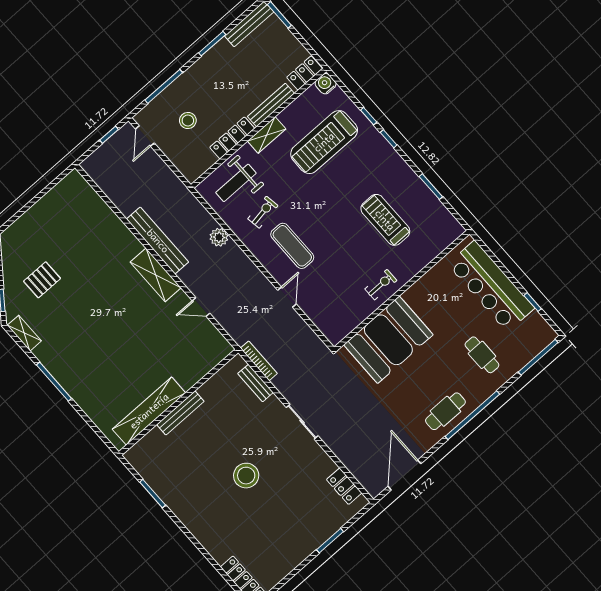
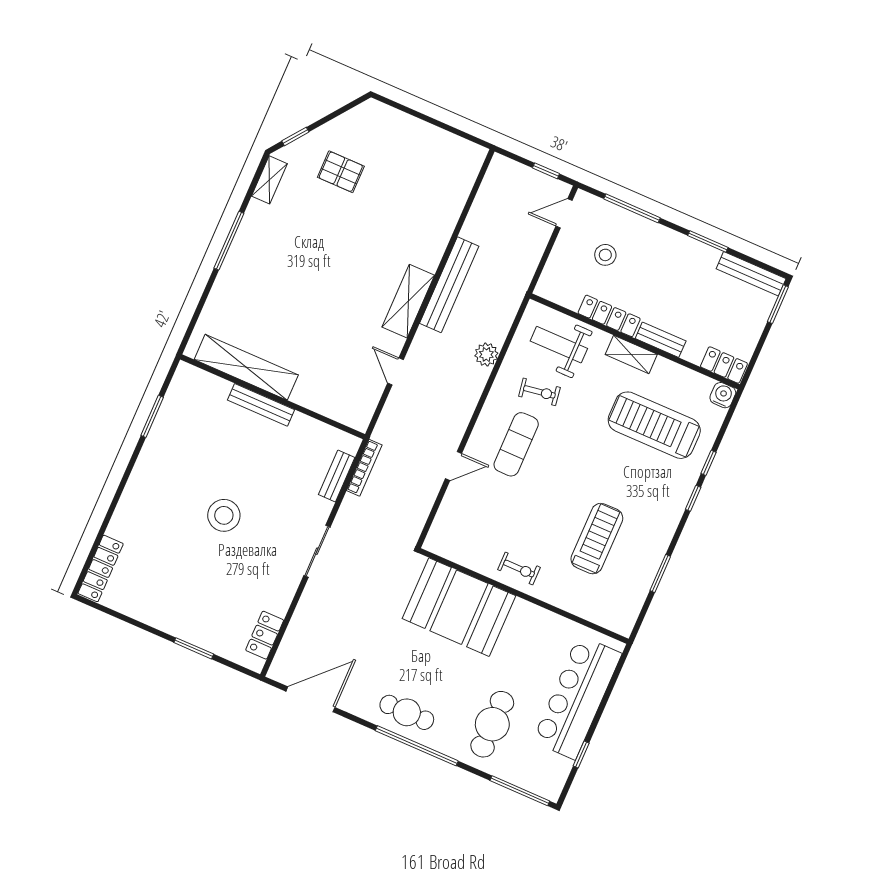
bench: (271, 105) -> (661, 340), width x0.73
cafe table: (482, 355) -> (492, 724), width x1.37, depth x1.35

